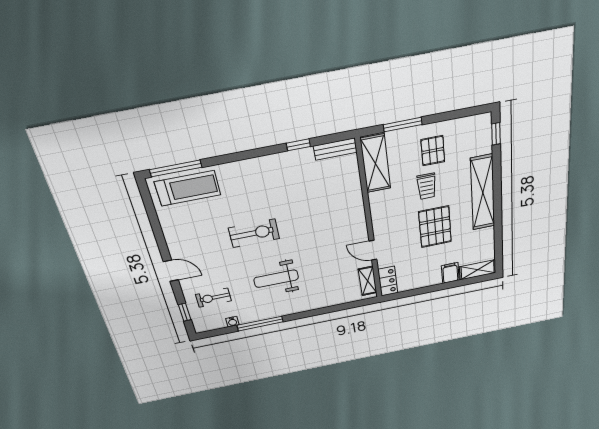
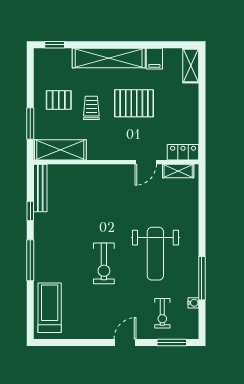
bench: (335, 149) -> (40, 188), width x1.36
window: (176, 168) -> (30, 260), moved
trolley: (427, 186) -> (91, 108), turned -90
exercise bike: (254, 233) -> (104, 263), turned 180
filing cabinet: (450, 273) -> (154, 59), moved, turned -90
weight bench: (276, 279) -> (155, 254), width x1.36, depth x1.33
window: (185, 312) -> (172, 343), width x1.50

